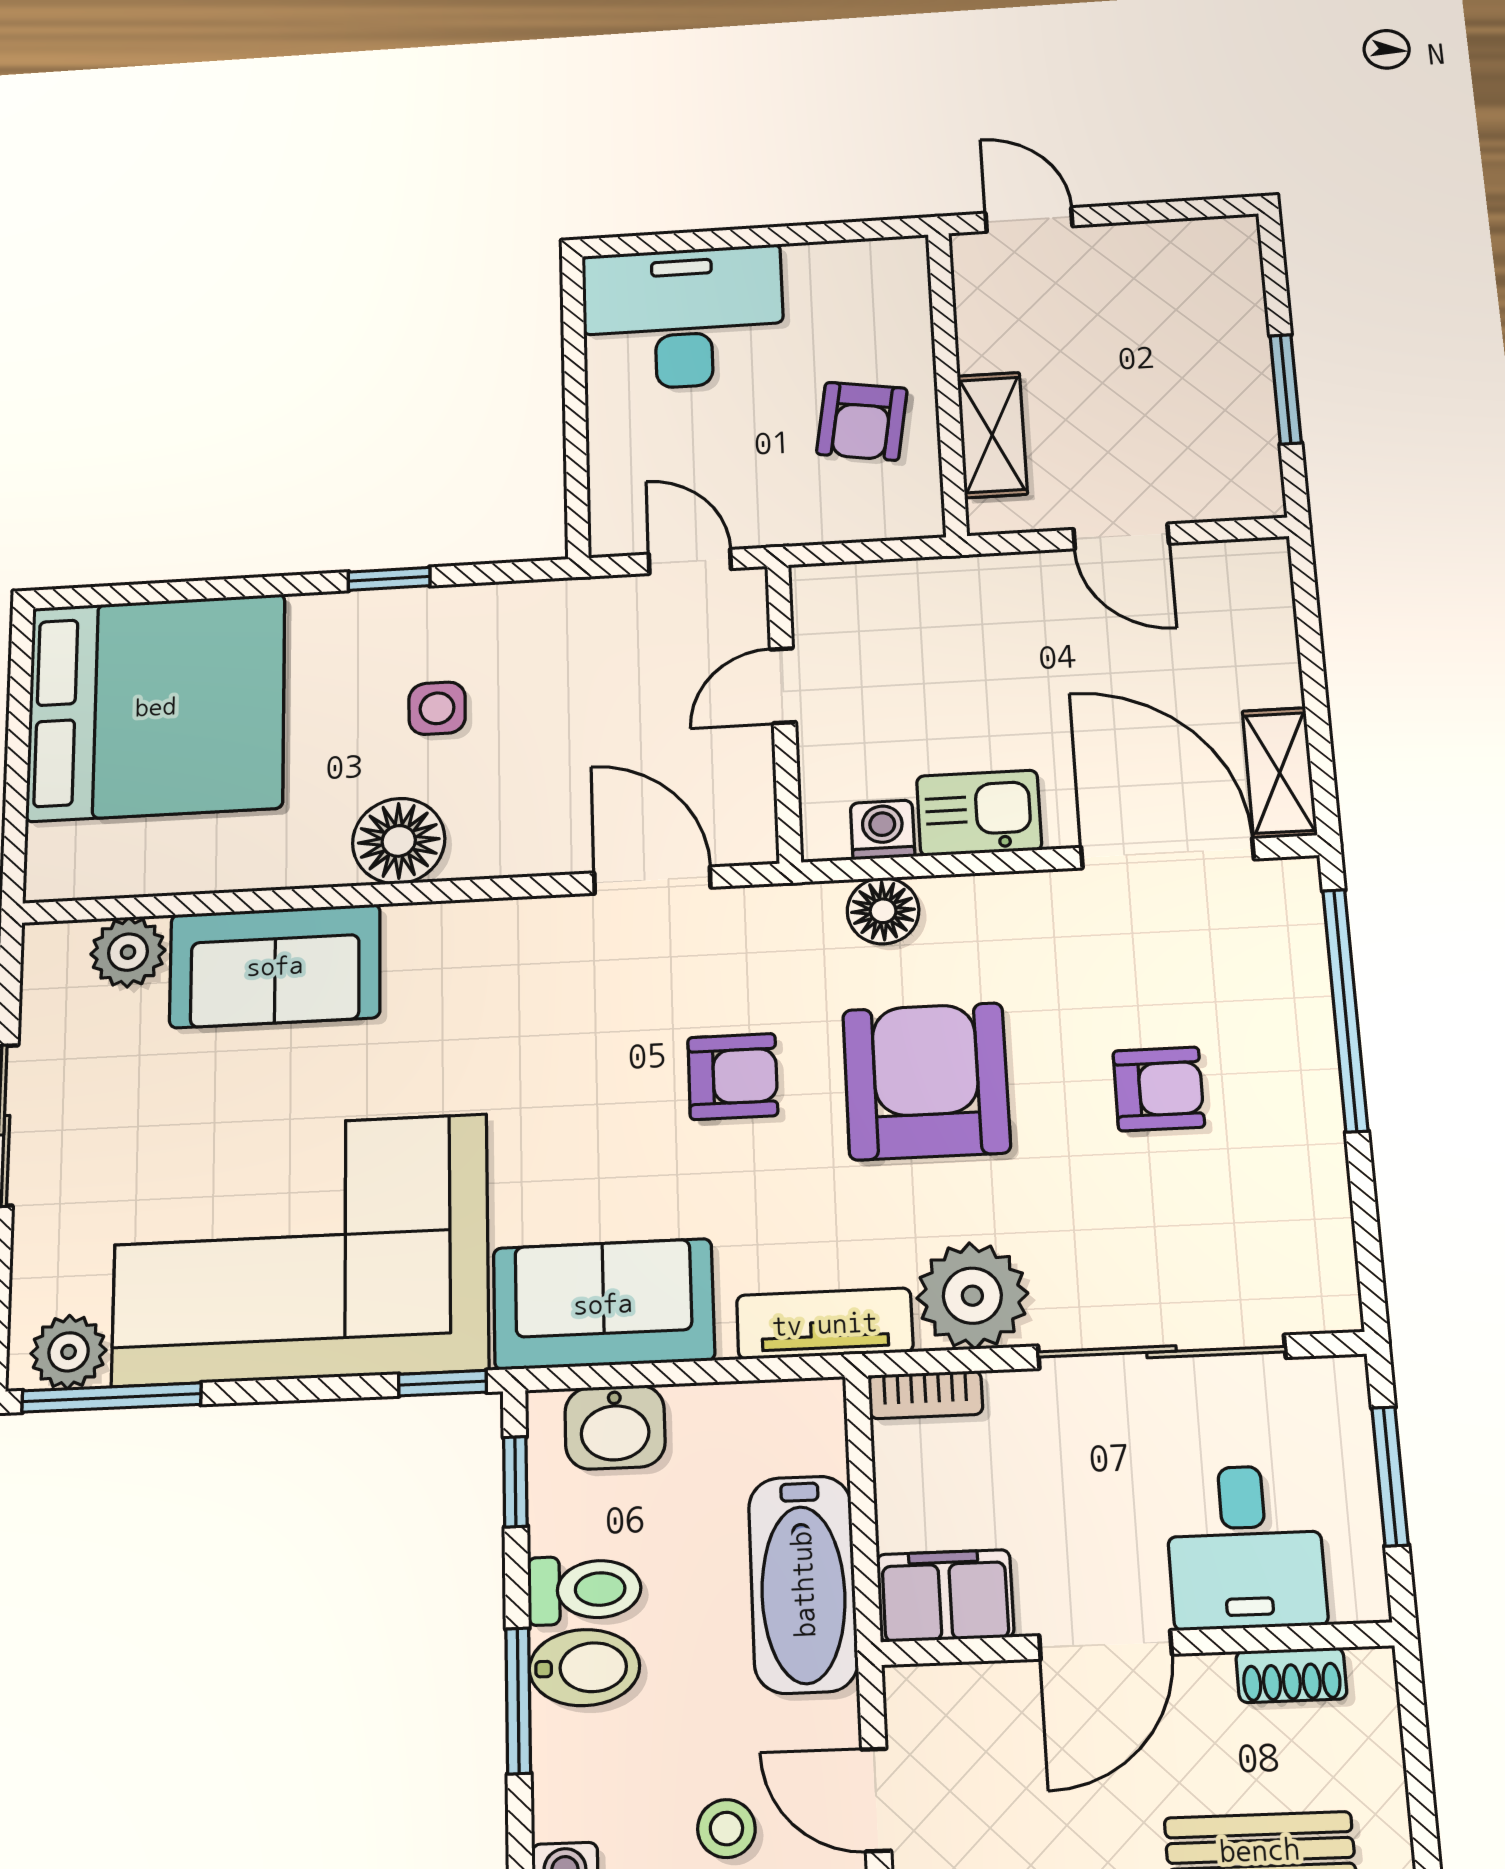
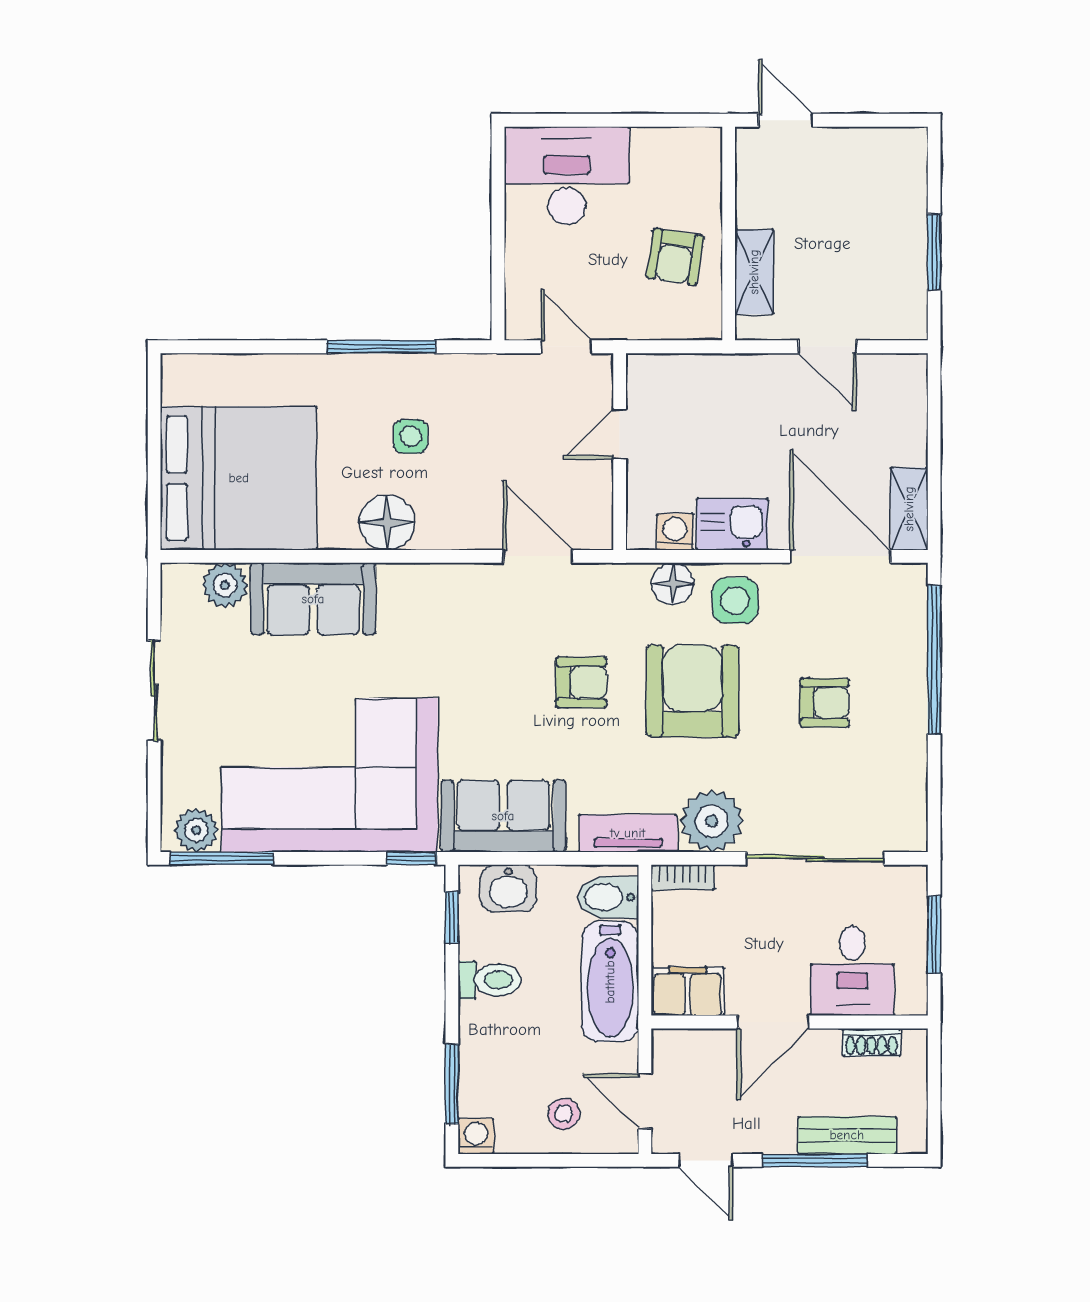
window: (389, 579) -> (381, 347), width x2.17
bed: (156, 707) -> (239, 478), moved
side table: (991, 932) -> (735, 601), added
bidet: (584, 1668) -> (608, 897), moved, turned 180
window: (518, 1701) -> (452, 1084), moved

